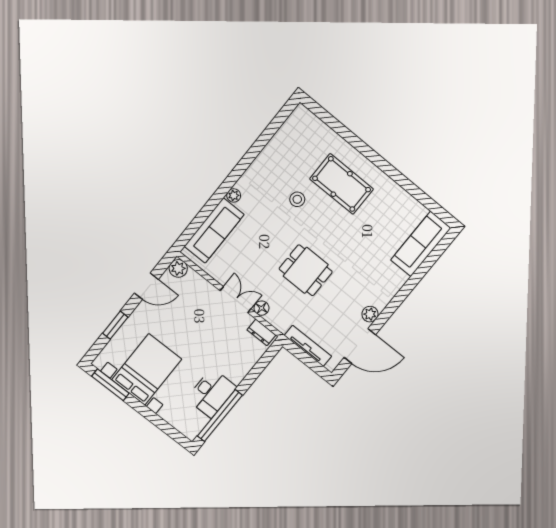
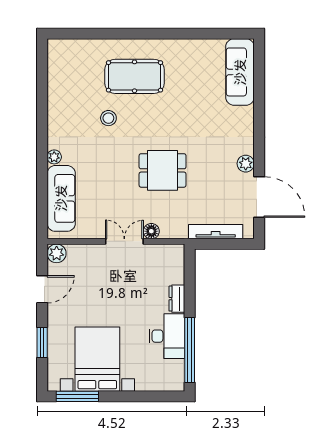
dresser: (261, 332) -> (177, 299), moved, turned 90
door: (360, 346) -> (259, 197), hinge flipped

